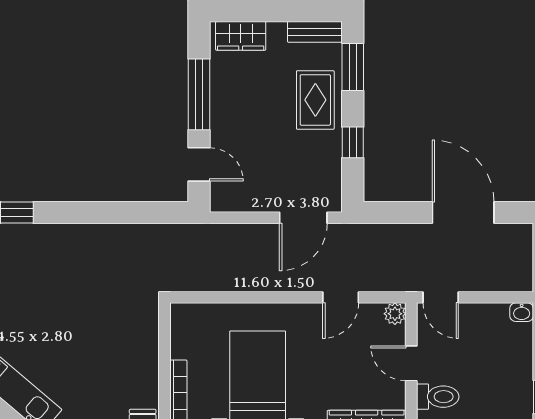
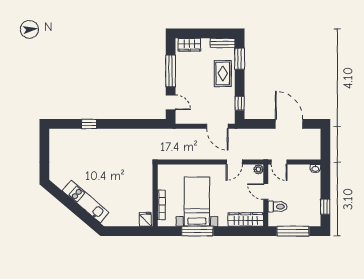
window: (353, 142) -> (240, 103), moved
door: (303, 218) -> (217, 126), hinge flipped

